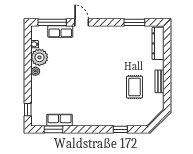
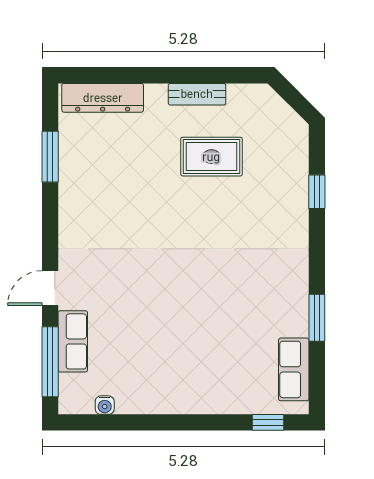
plant: (39, 57) -> (137, 393), removed
plant: (35, 71) -> (172, 403), removed
row of seats: (59, 120) -> (294, 369), moved
window: (53, 129) -> (317, 318), moved

